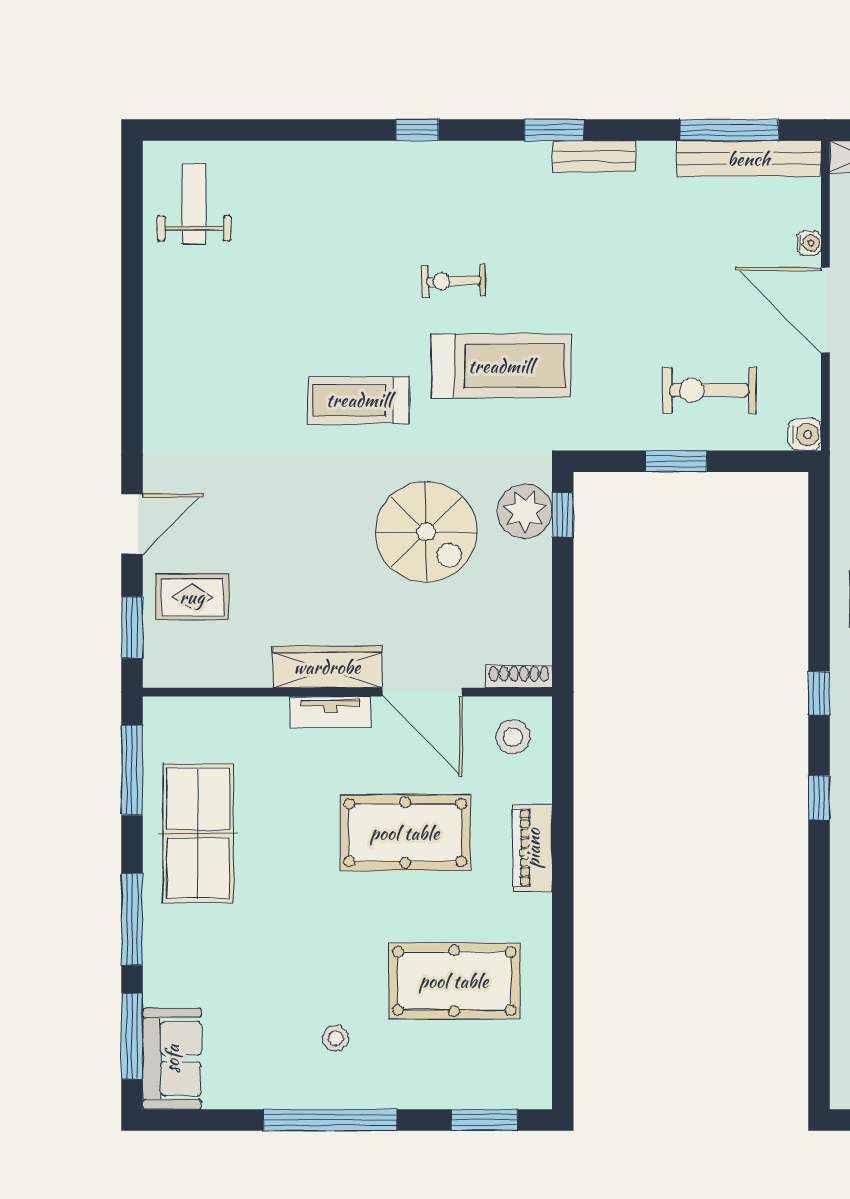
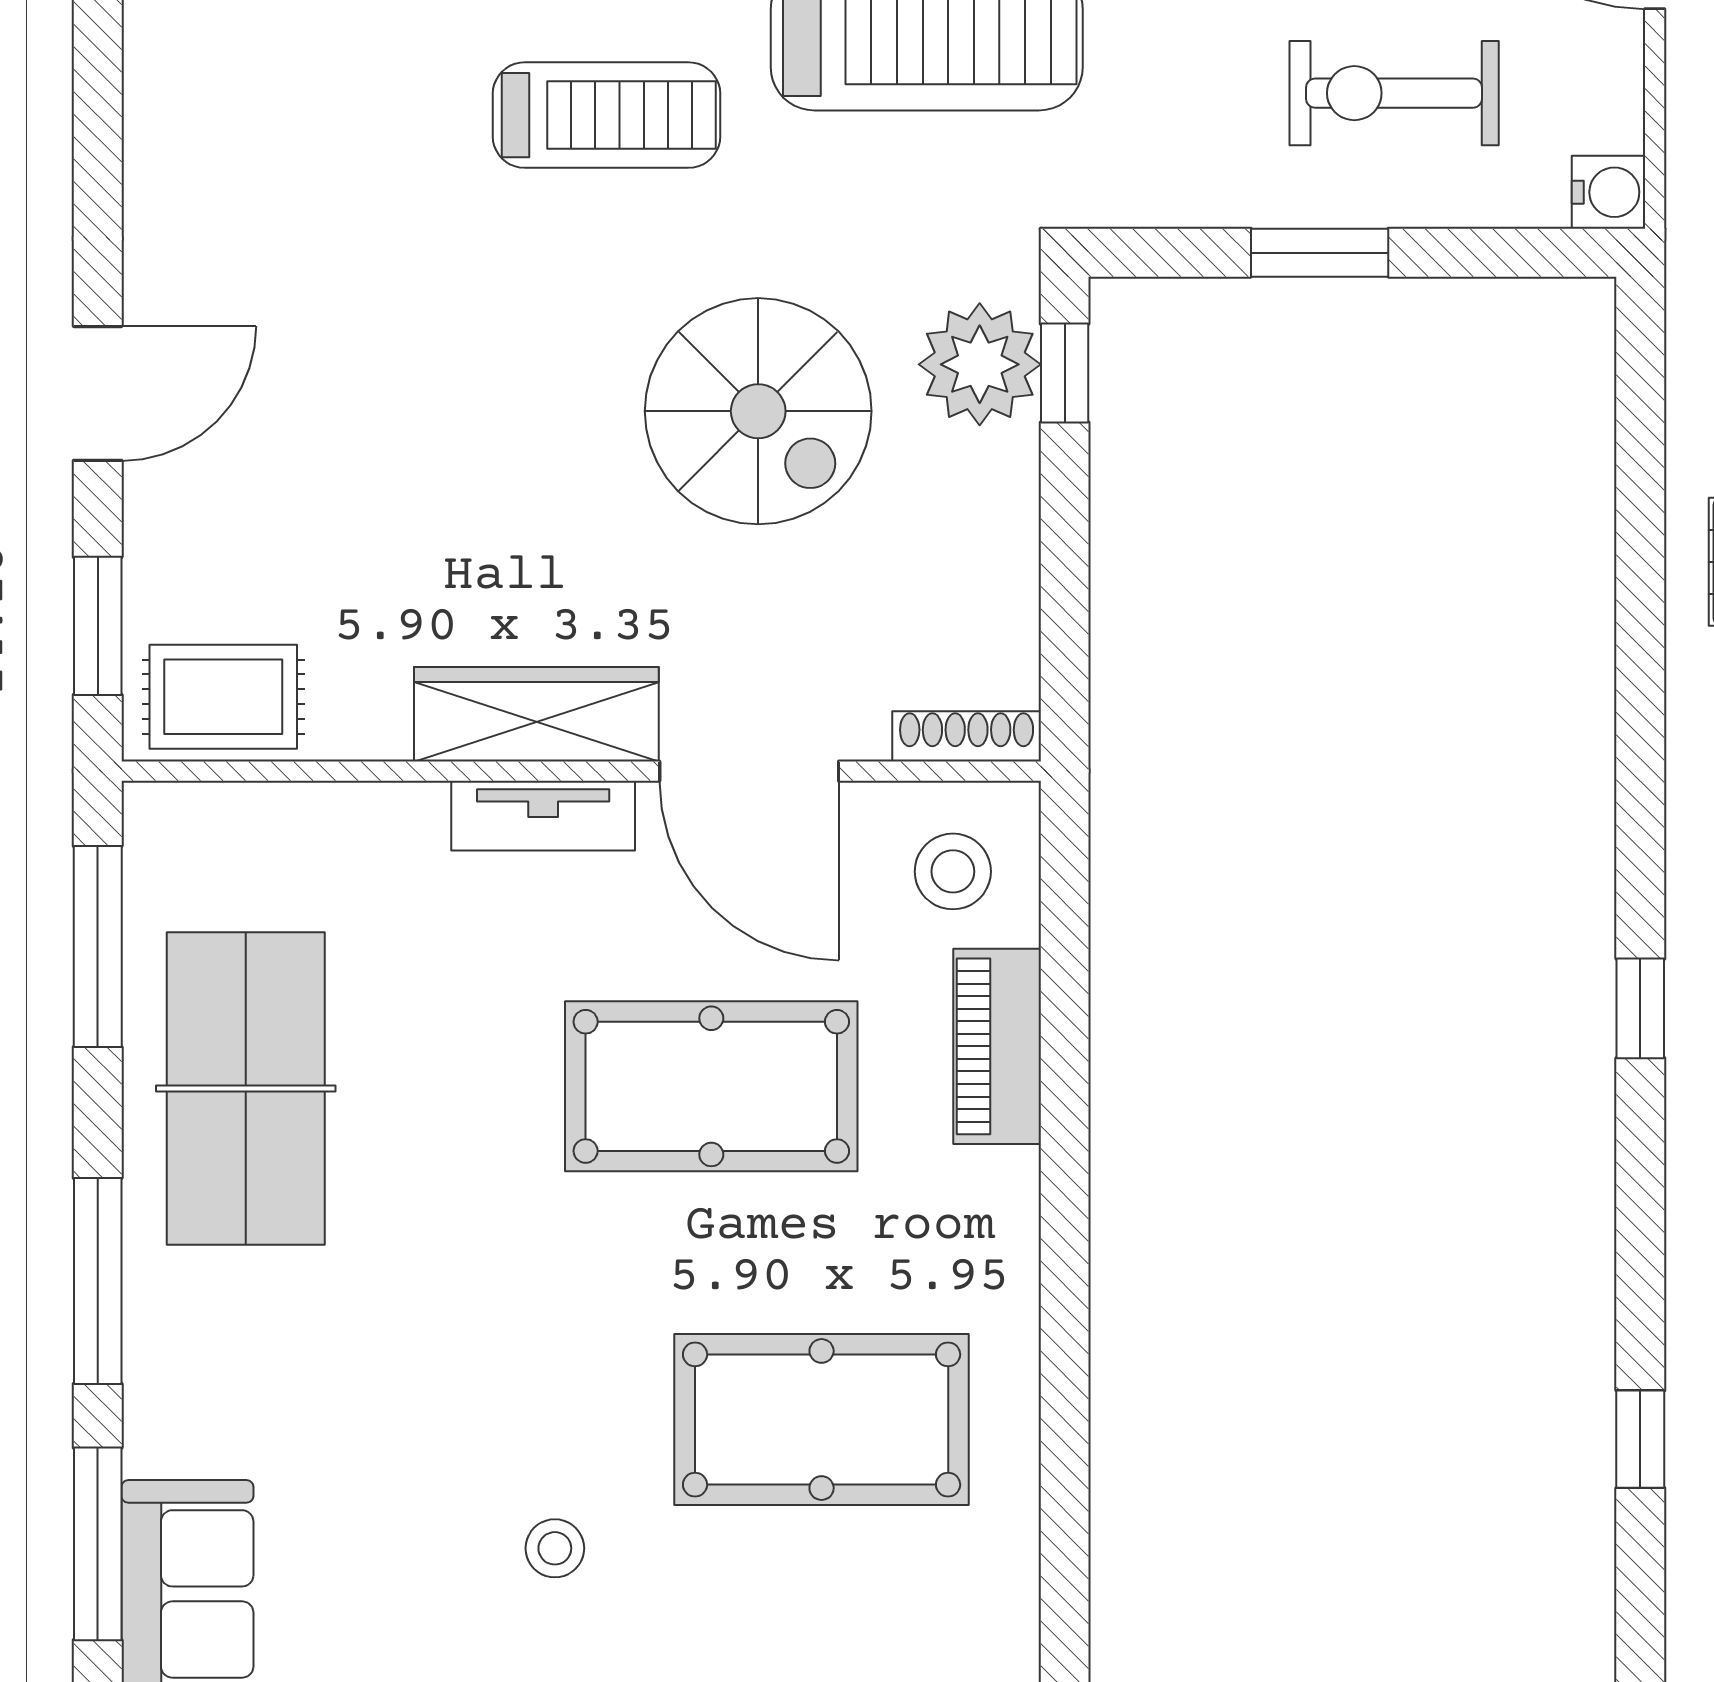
treadmill: (359, 400) -> (607, 115), turned 180
rug: (192, 597) -> (223, 697), moved
window: (819, 693) -> (1640, 1439), moved
piano: (533, 848) -> (997, 1046), moved

